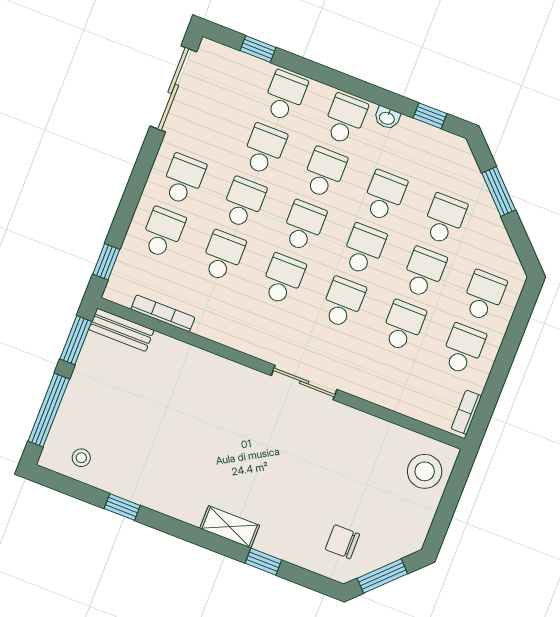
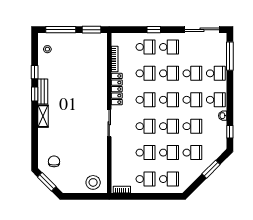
window: (258, 49) -> (230, 56), width x2.17
window: (106, 262) -> (154, 30), moved
bench: (121, 330) -> (43, 91), moved
locker: (233, 335) -> (117, 89), added
window: (263, 562) -> (35, 94), moved

